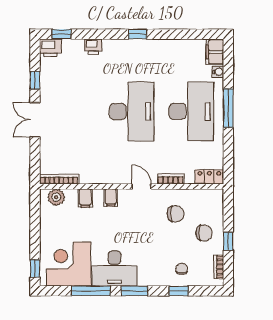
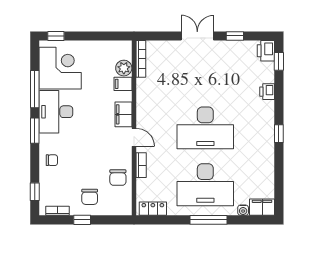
locker: (209, 177) -> (153, 209), moved, turned -90
door: (141, 186) -> (134, 137), hinge flipped
plant: (56, 197) -> (124, 68), moved
filing cabinet: (111, 198) -> (123, 114), width x2.00
chair: (176, 214) -> (118, 178), moved
chair: (182, 269) -> (52, 160), moved
window: (179, 291) -> (35, 192), moved

